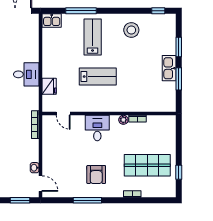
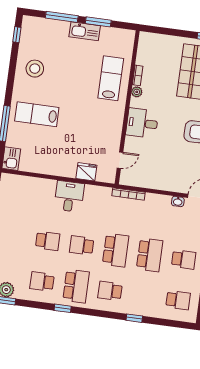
window: (179, 47) -> (62, 17), width x1.44
lab bench: (98, 77) -> (111, 78), moved

